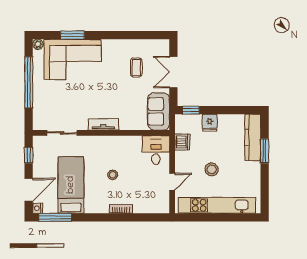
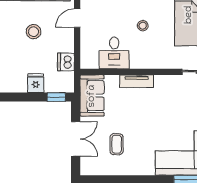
tv unit: (103, 124) -> (137, 81), moved
desk: (156, 150) -> (114, 53), moved

